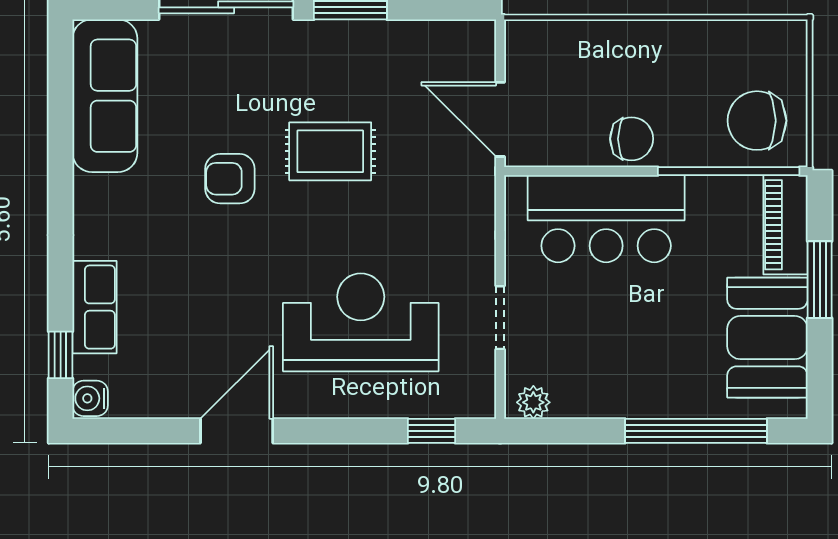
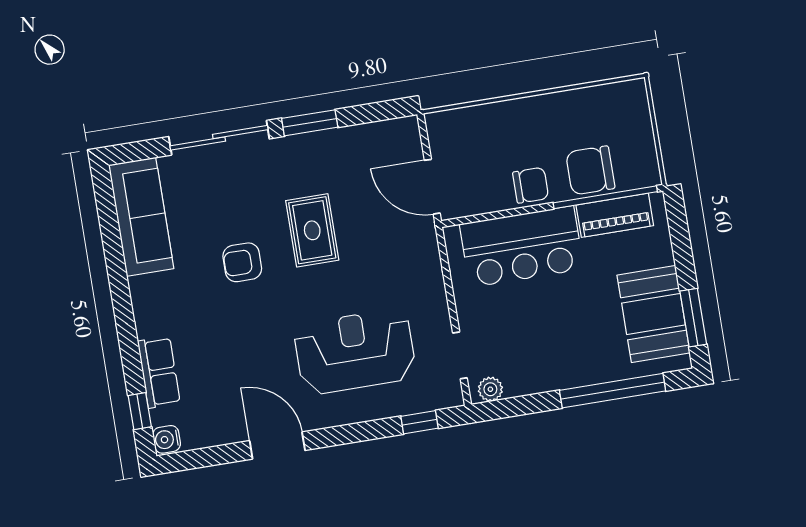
chair: (757, 121) -> (590, 170), moved
rug: (330, 151) -> (312, 230), turned 90
piano: (785, 225) -> (615, 215), moved, turned -90
window: (820, 280) -> (693, 318), moved
doorway: (500, 318) -> (460, 355), moved
door: (237, 431) -> (277, 446), hinge flipped

